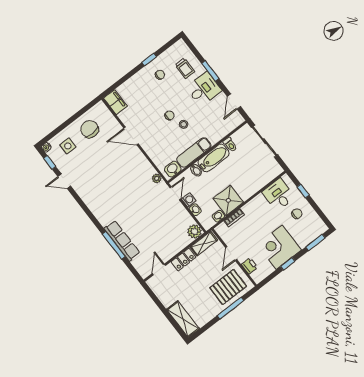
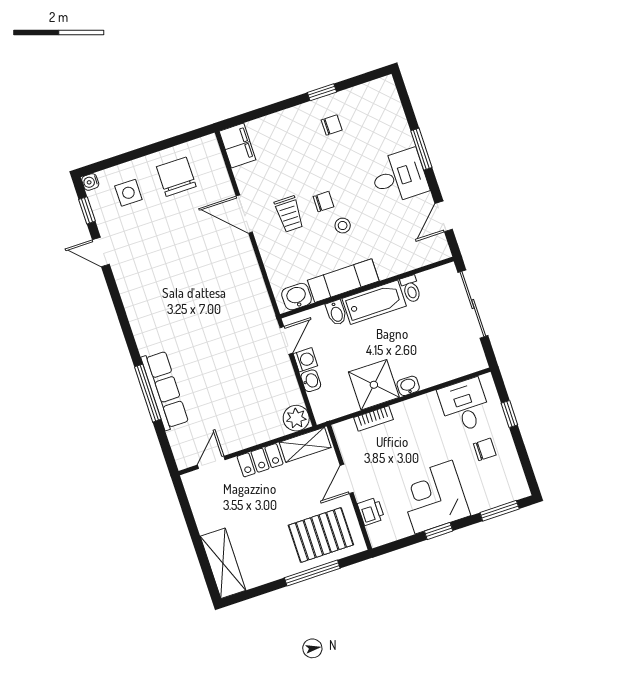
trolley: (185, 68) -> (289, 214), moved
plant: (157, 179) -> (263, 303), removed
washbasin: (218, 216) -> (408, 386), moved

